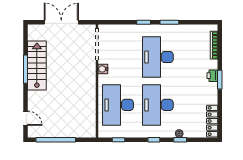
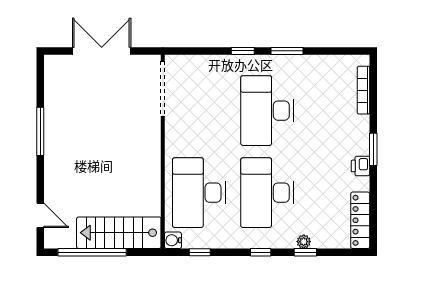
stairs: (37, 66) -> (119, 233), moved, turned -90
water cooler: (103, 69) -> (173, 240), moved
printer: (212, 76) -> (361, 166), moved

